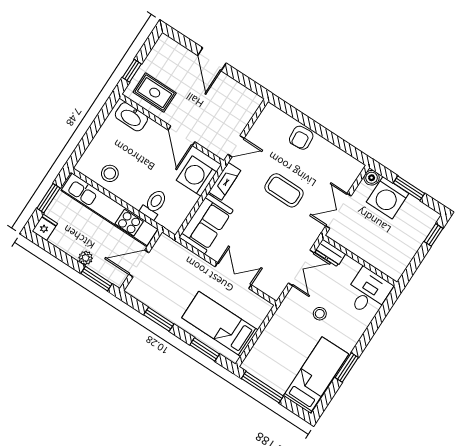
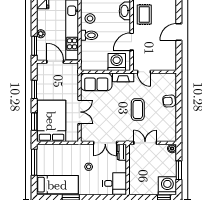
washing machine: (388, 198) -> (167, 186), moved, turned 90
toilet: (154, 204) -> (89, 35), moved
bed: (220, 324) -> (51, 121), width x1.50

